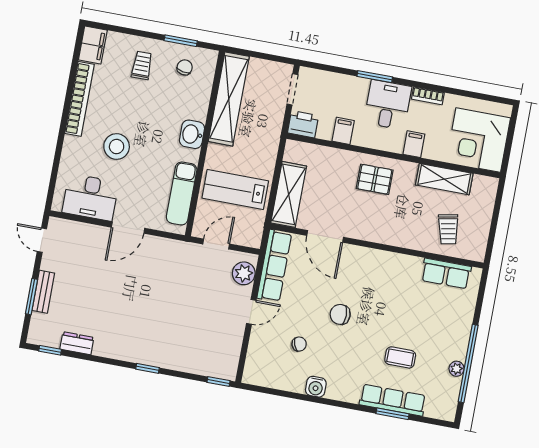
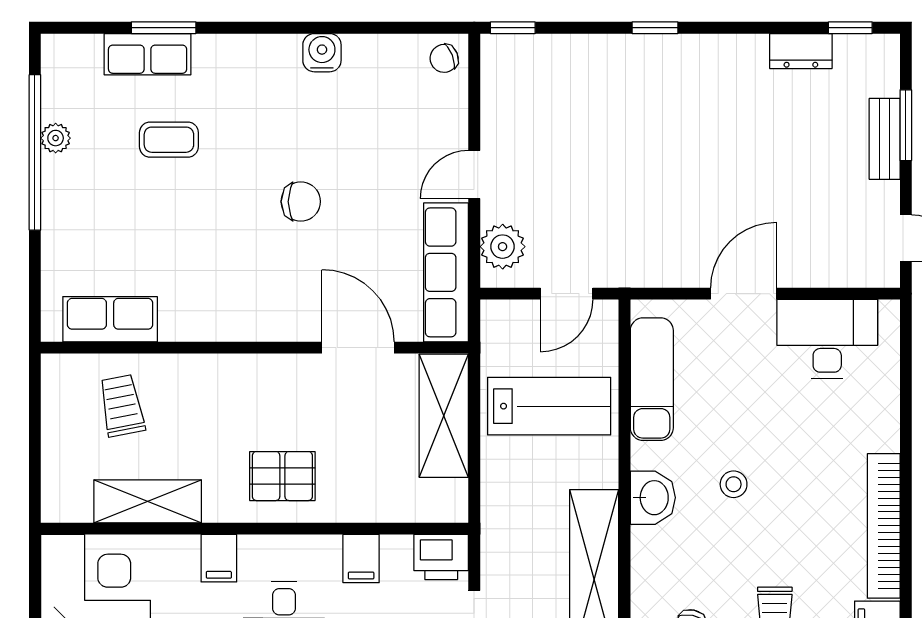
stool: (117, 147) -> (734, 484), moved, width x0.53, depth x0.53
chair: (299, 344) -> (444, 58), moved
row of seats: (393, 400) -> (148, 54), width x0.68

